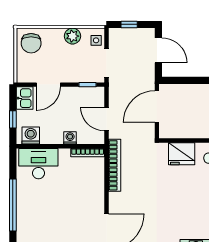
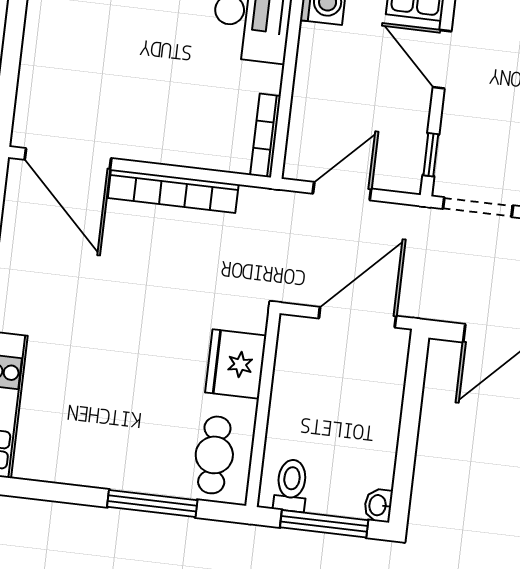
door: (157, 107) -> (357, 317), hinge flipped
washing machine: (70, 138) -> (306, 97), removed
bookcase: (115, 165) -> (173, 191), moved

